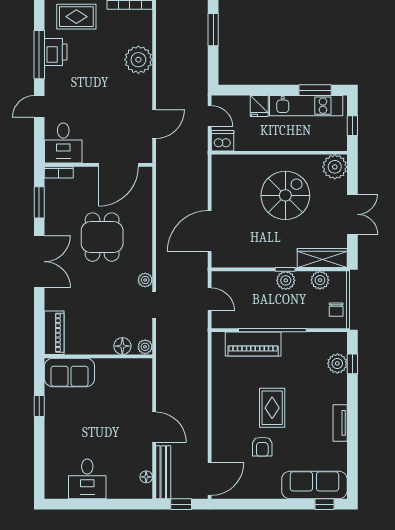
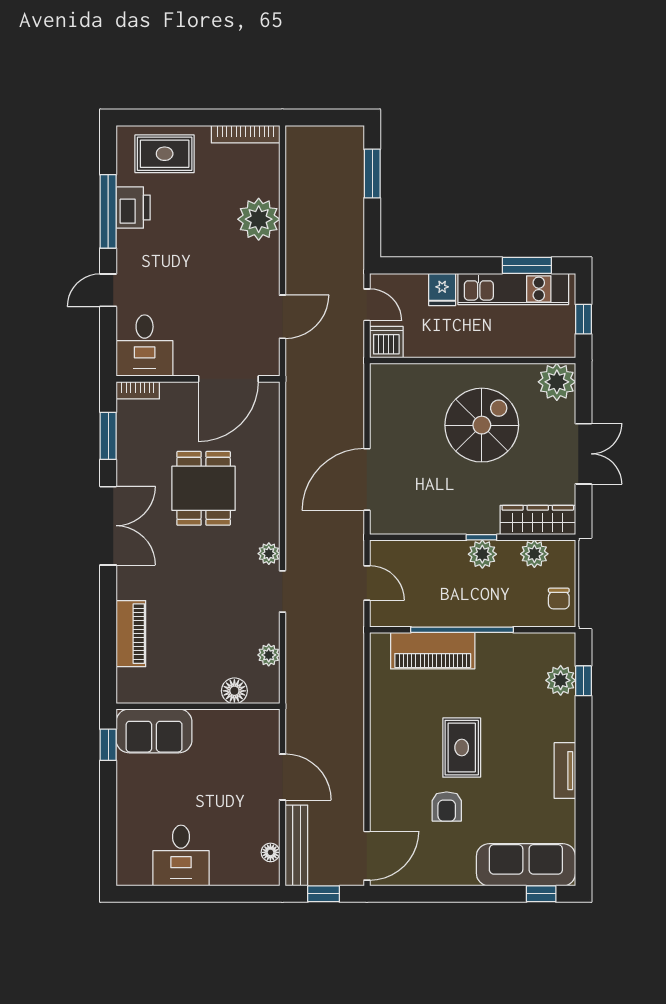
floor lamp: (122, 346) -> (234, 691), moved
wall: (98, 356) -> (198, 706), moved
sofa: (69, 372) -> (154, 731), moved

